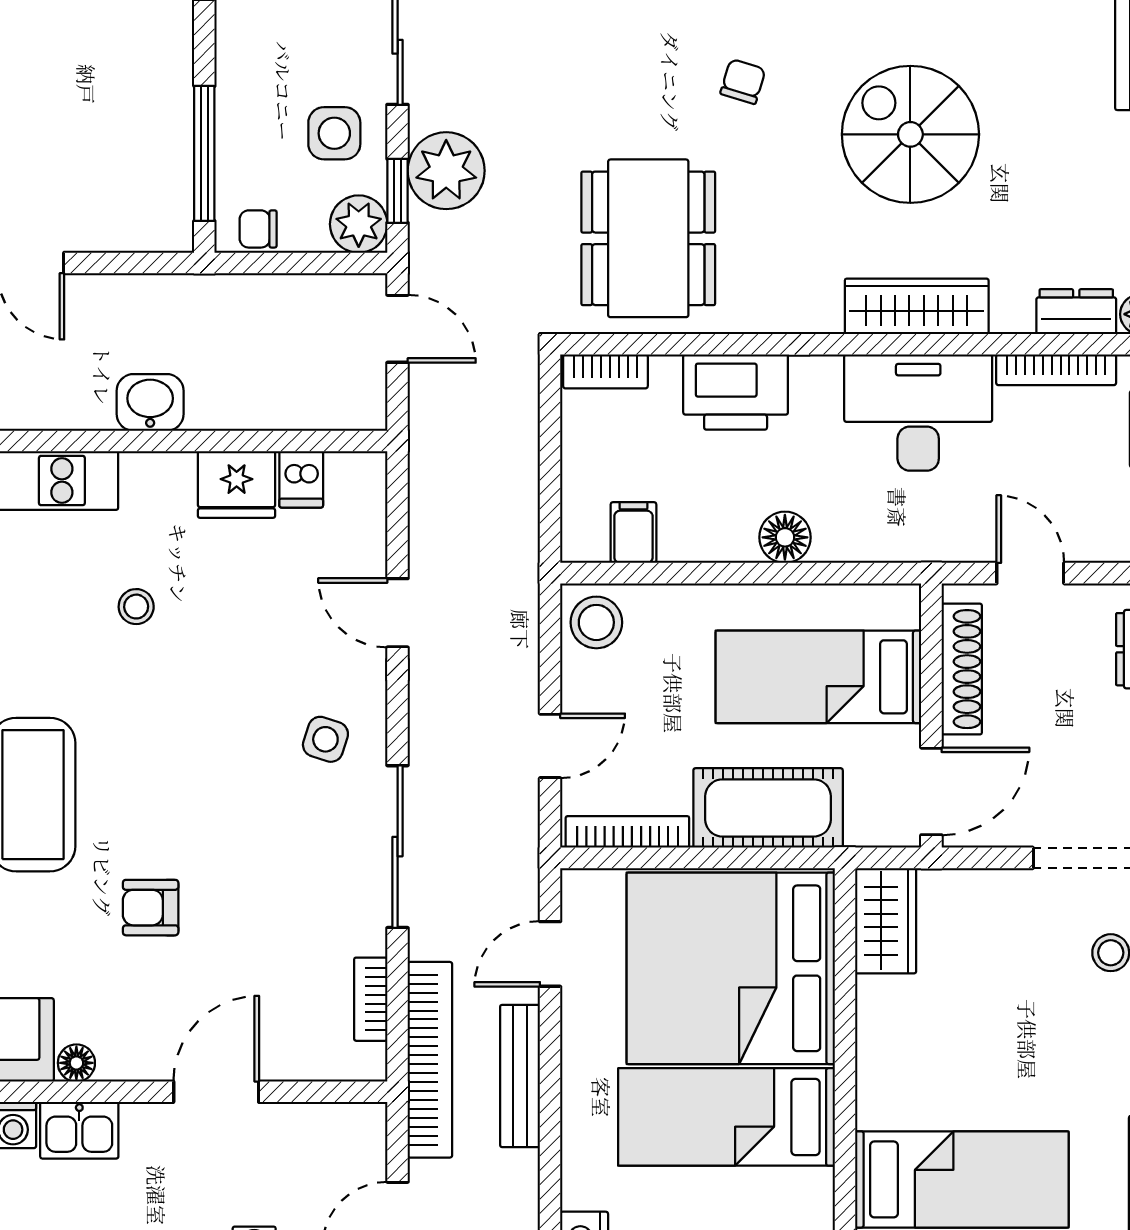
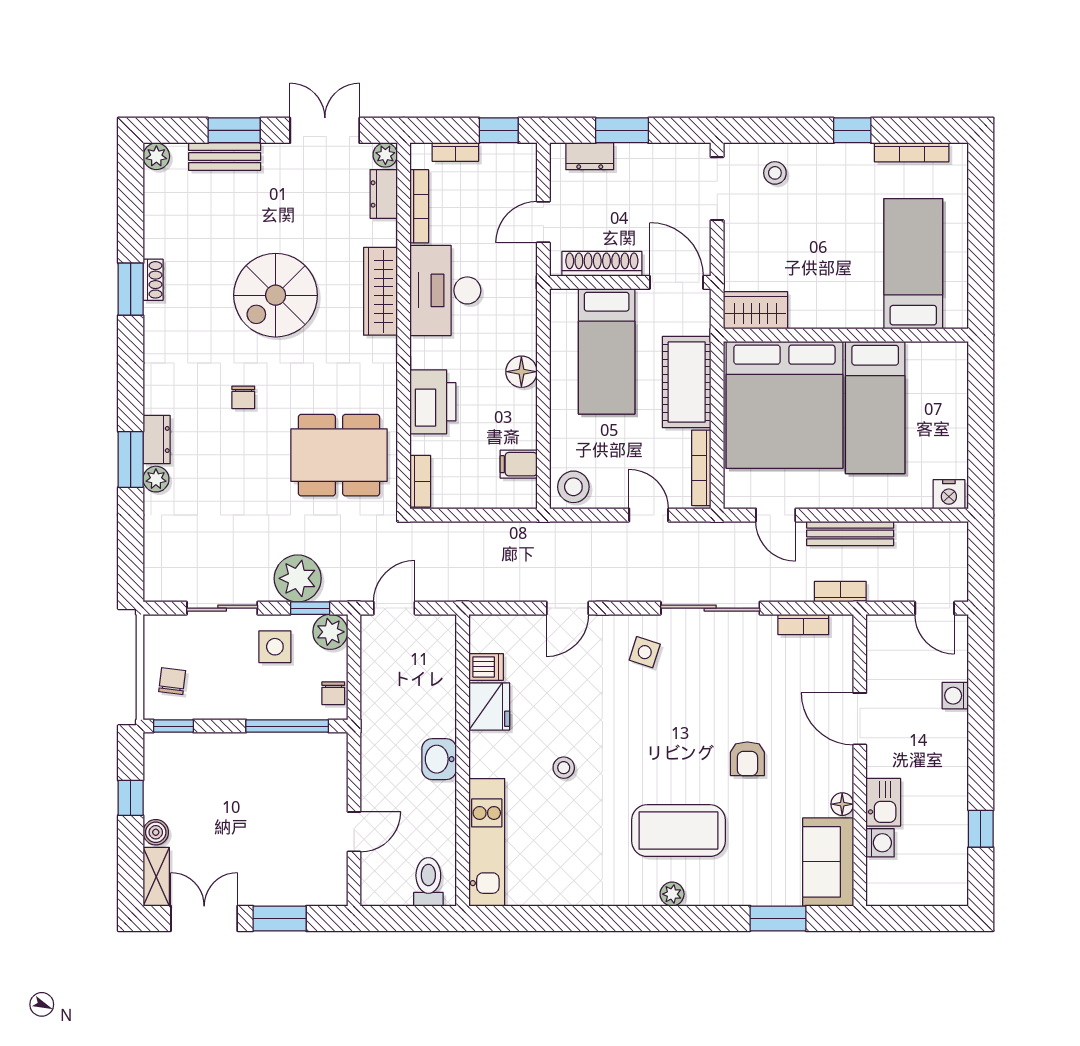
chair: (743, 81) -> (243, 397), turned -107
bookcase: (430, 1060) -> (840, 592), width x0.43, depth x0.76

